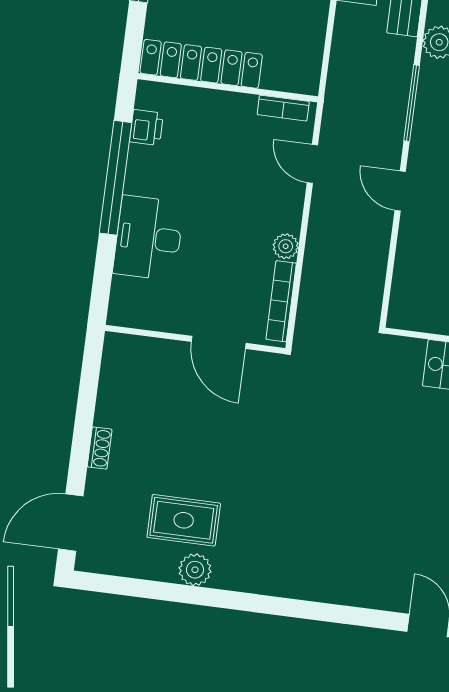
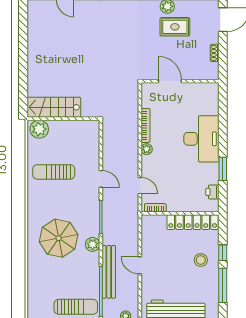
window: (116, 178) -> (223, 169), width x0.47
desk: (148, 238) -> (201, 139), width x1.36, depth x1.30
wall: (195, 339) -> (180, 81), moved
door: (219, 342) -> (170, 81), moved

